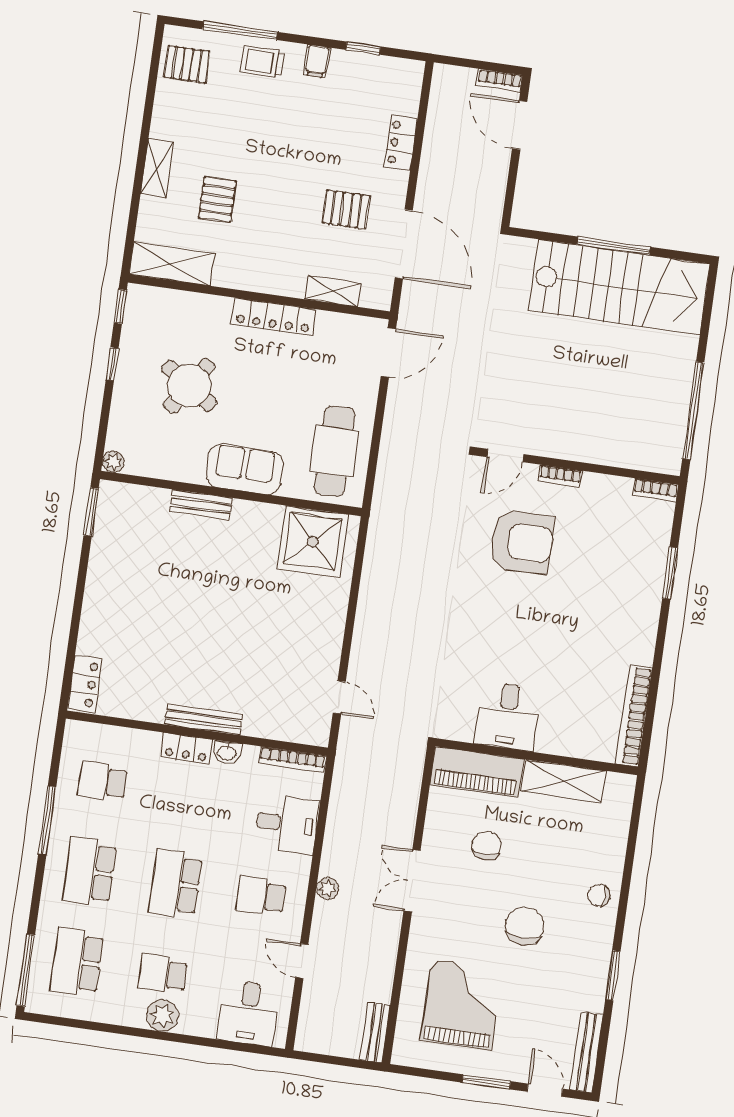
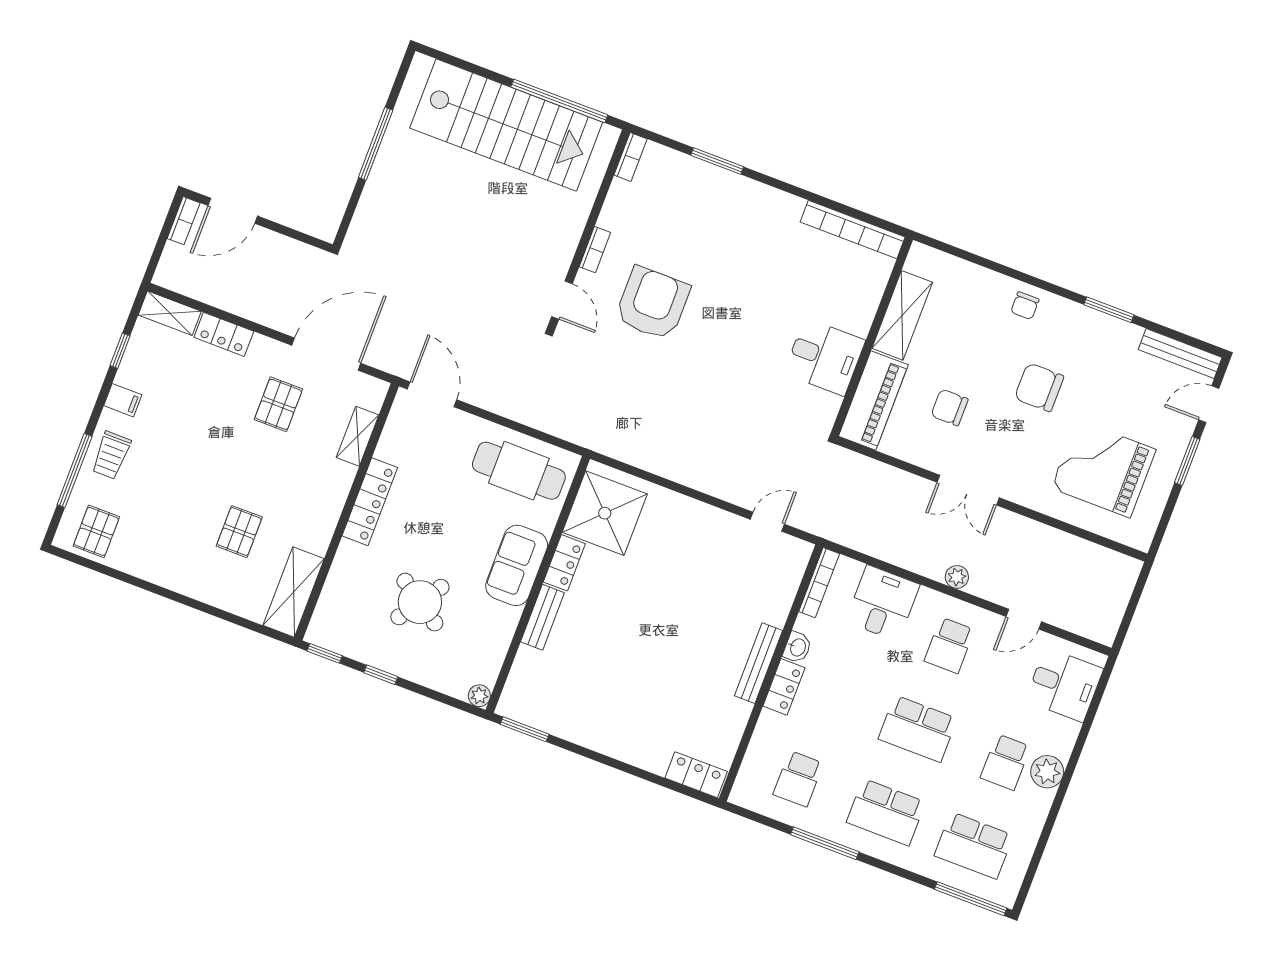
shelving: (157, 168) -> (170, 313), moved
pallet: (217, 200) -> (239, 532), turned 90
stairs: (619, 287) -> (506, 125), moved, turned 90
locker: (257, 514) -> (564, 563), added
bench: (375, 1032) -> (1112, 562), removed

